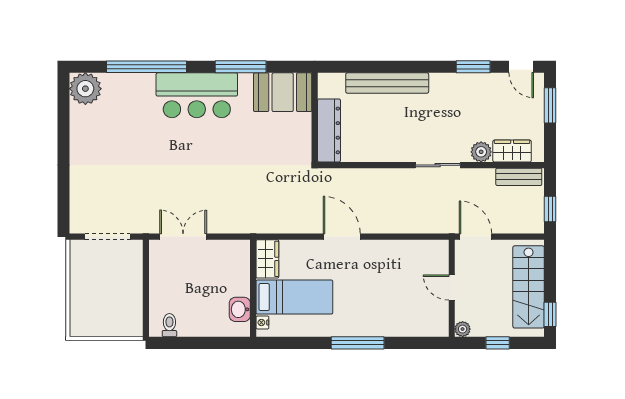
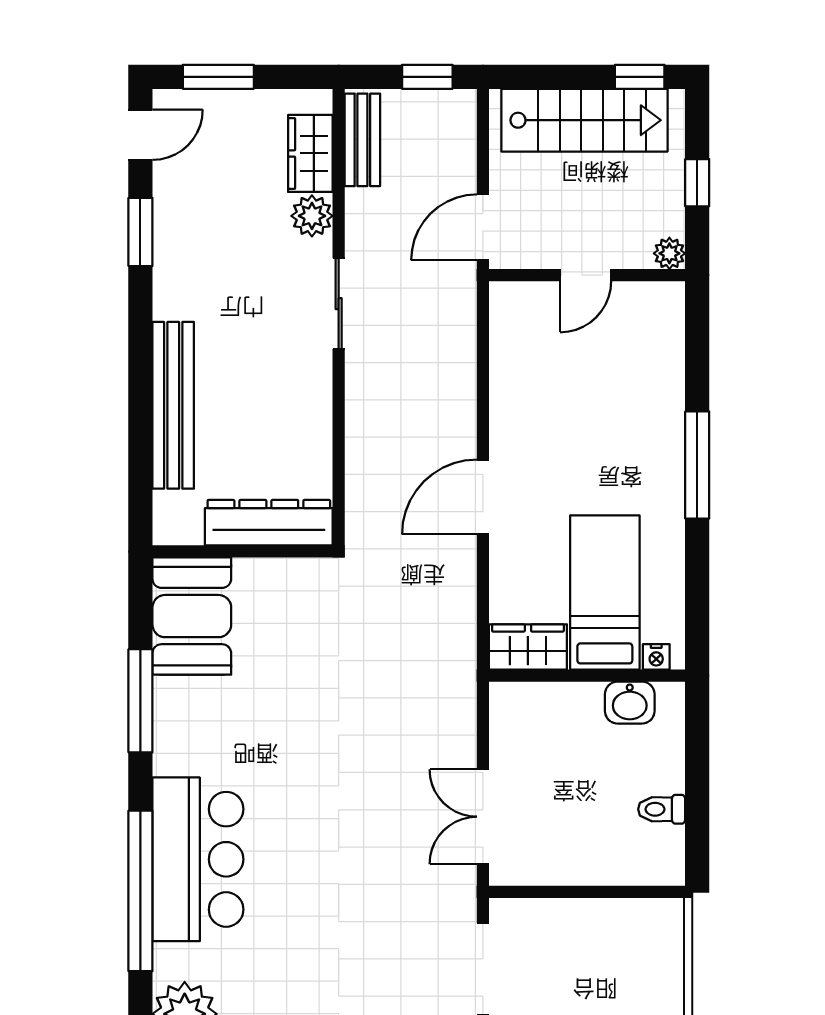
bar counter: (197, 95) -> (198, 859), moved
toilet: (169, 325) -> (662, 809), moved

